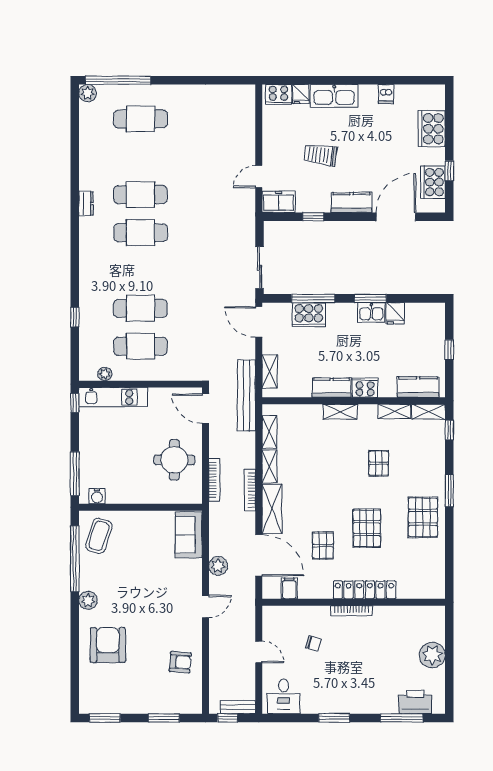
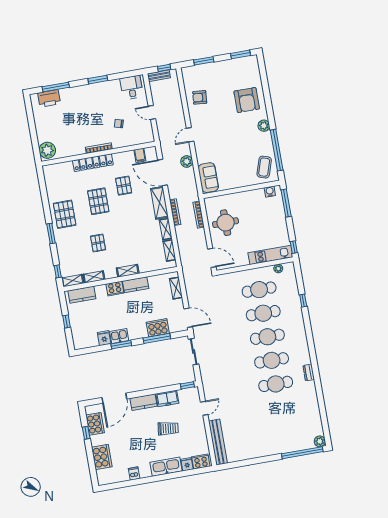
cafe table: (140, 119) -> (267, 337), moved
freezer: (279, 202) -> (167, 398), moved
window: (313, 217) -> (187, 385), moved
bench: (247, 395) -> (218, 442), moved
plant: (432, 655) -> (47, 150), moved

